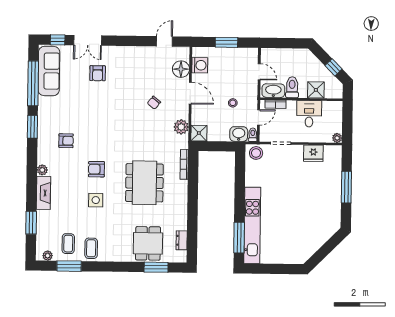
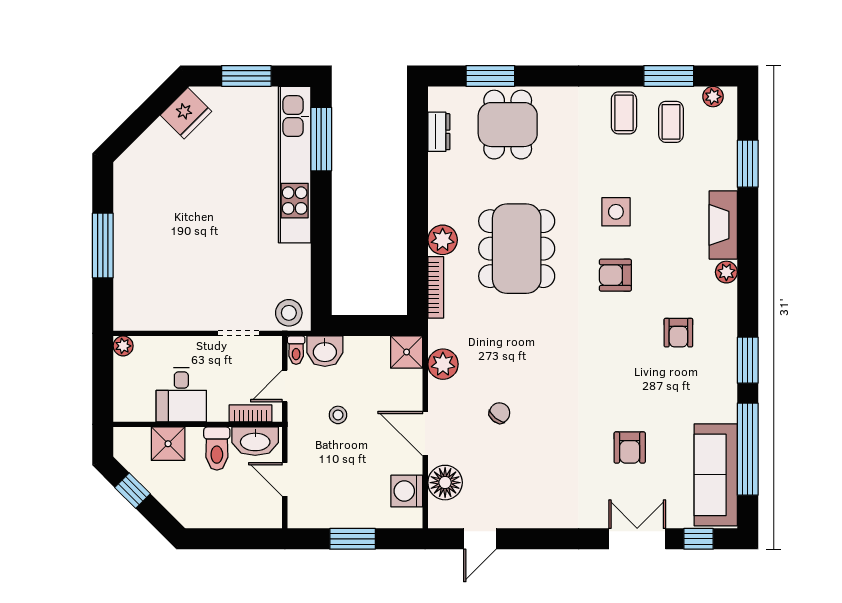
armchair: (98, 73) -> (630, 447), moved, turned 180
armchair: (66, 141) -> (678, 333), turned -90
fridge: (313, 153) -> (186, 113), moved, turned 135
armchair: (96, 169) -> (615, 275), turned 180
plant: (181, 188) -> (443, 240), added
window: (275, 269) -> (246, 76), added

